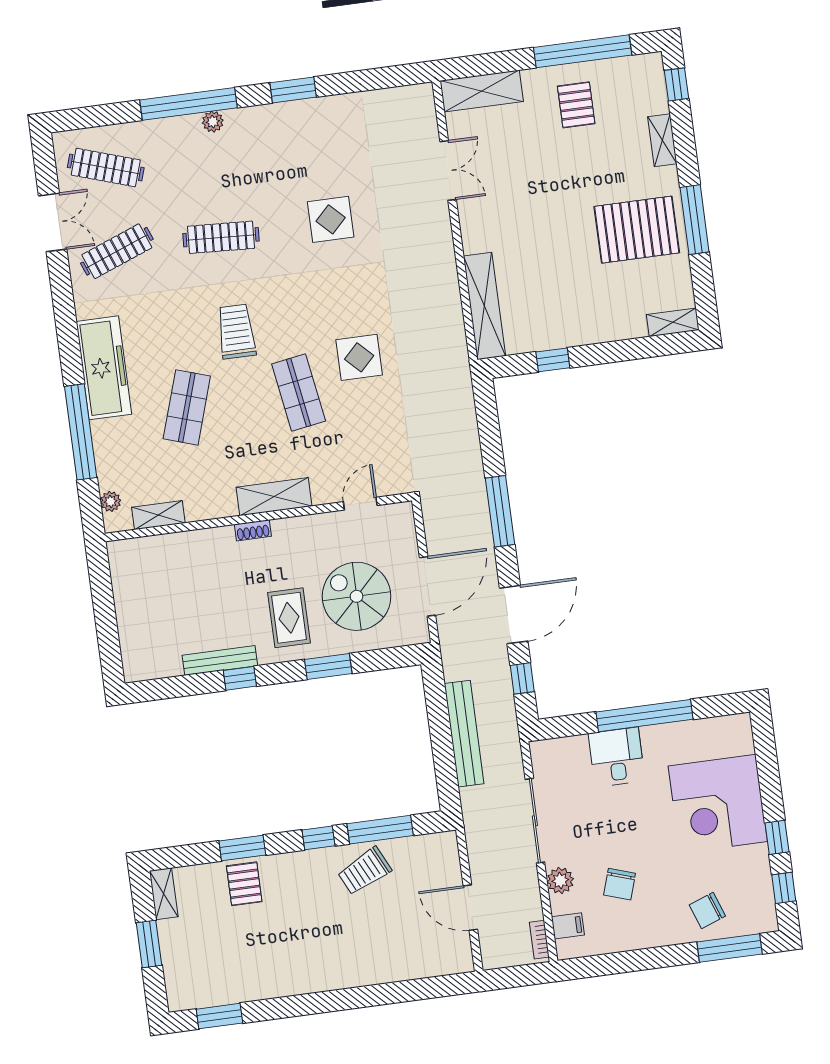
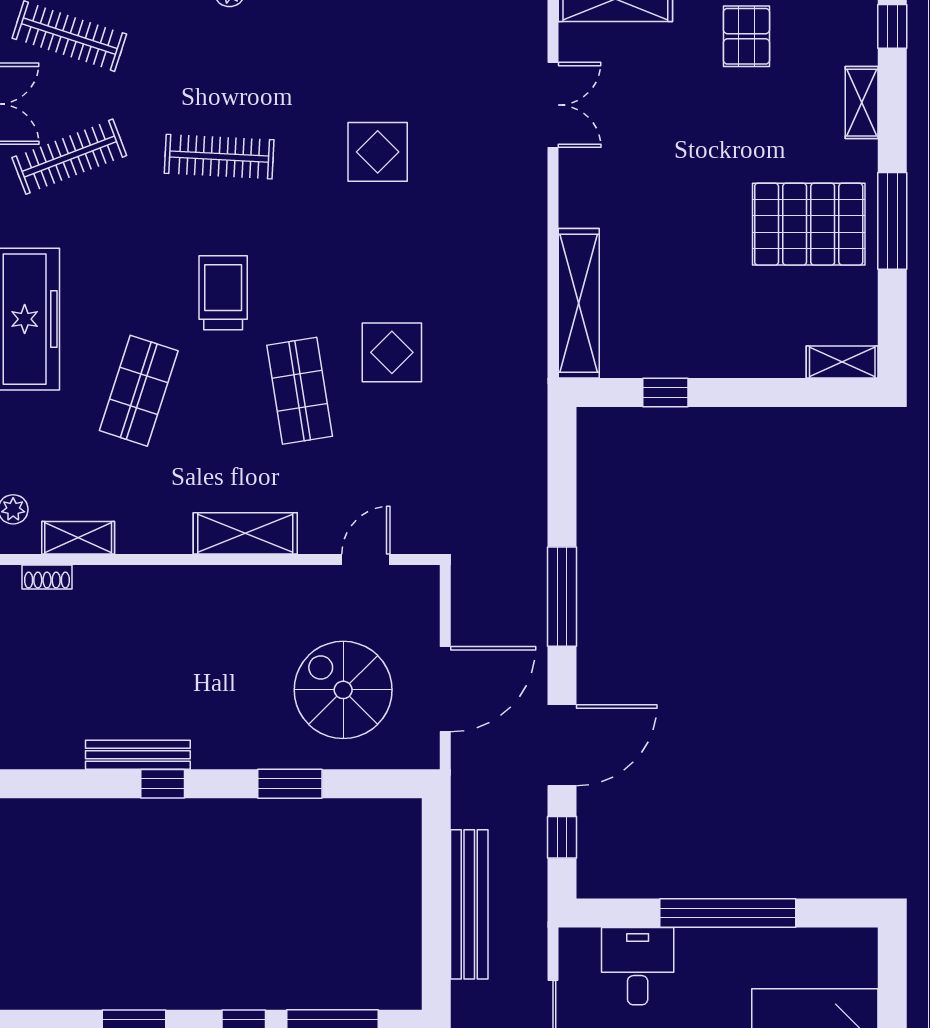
shoe rack: (253, 530) -> (47, 577), moved
rug: (289, 618) -> (244, 707), removed
desk: (617, 757) -> (638, 966), moved

